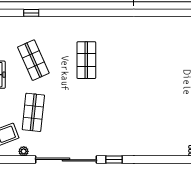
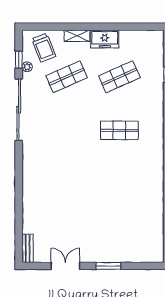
shop shelf: (33, 112) -> (67, 77), turned -30
window: (114, 160) -> (19, 60), moved

